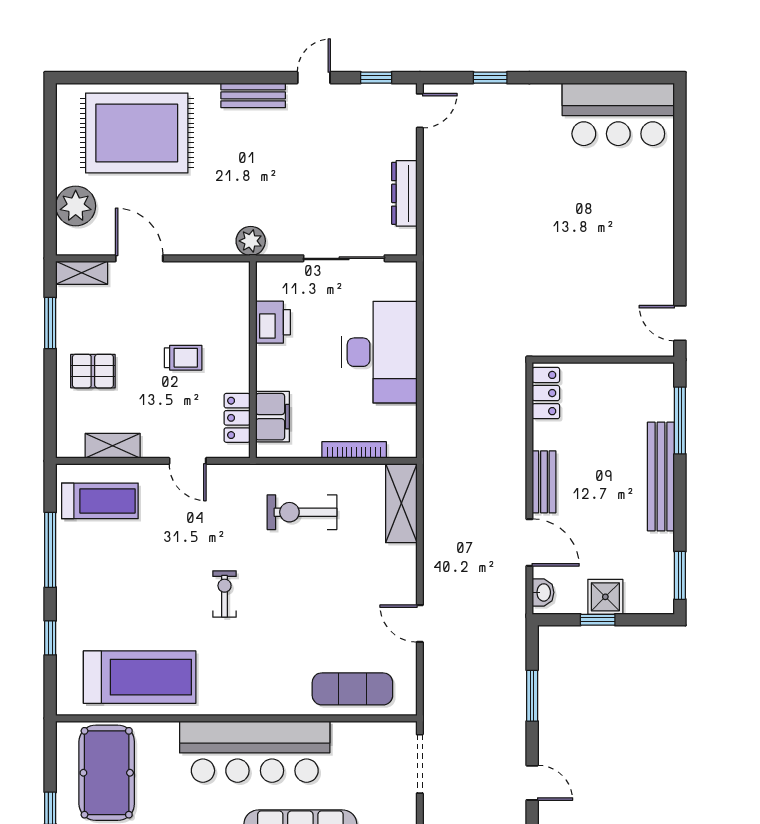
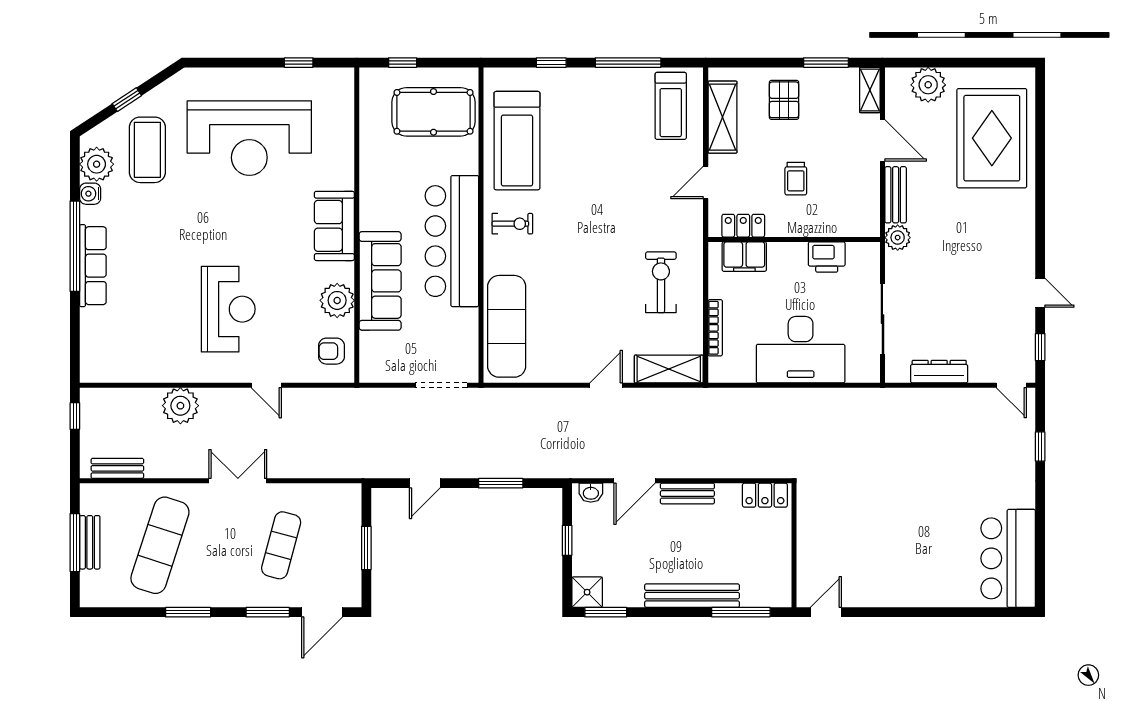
bench: (253, 95) -> (896, 195), moved
door: (139, 258) -> (882, 140), hinge flipped
shelving: (113, 446) -> (722, 117), width x1.50, depth x1.33
exercise bike: (225, 594) -> (512, 224), moved
shower: (605, 597) -> (587, 592), moved
door: (420, 624) -> (606, 385), moved
exercise mat: (352, 689) -> (507, 326), width x1.36, depth x1.45

